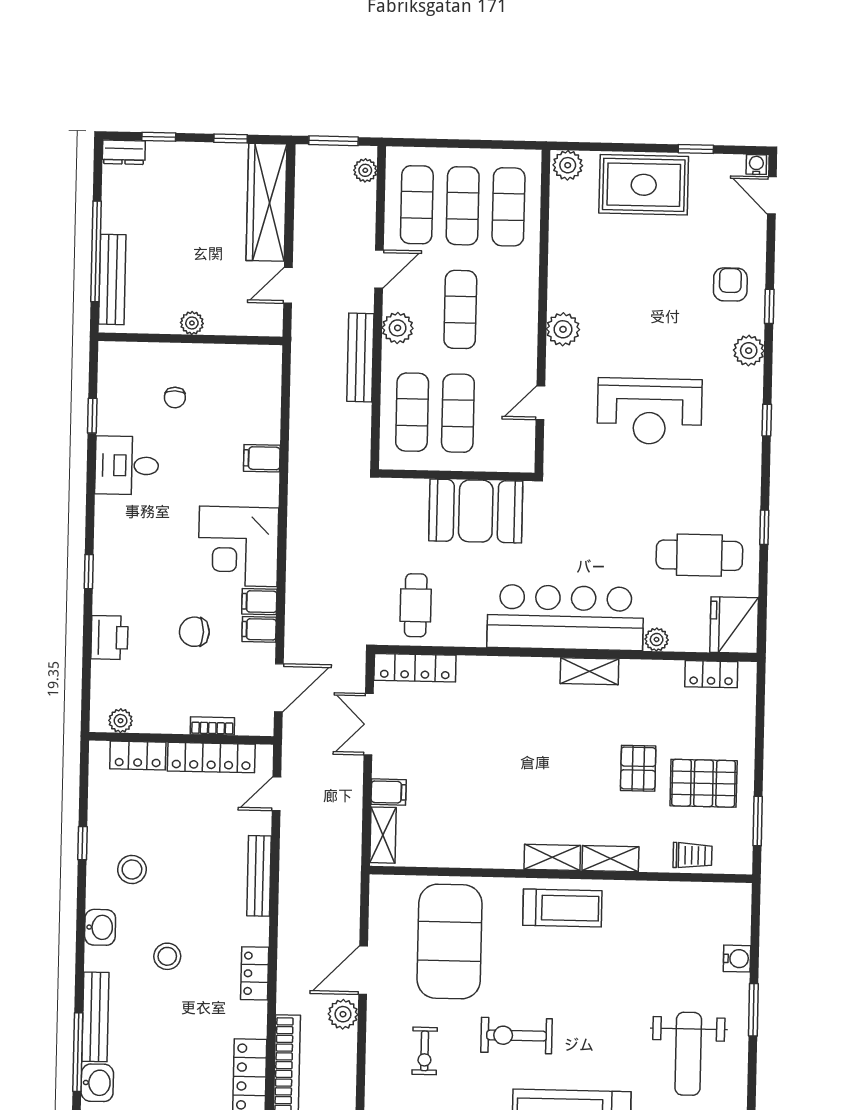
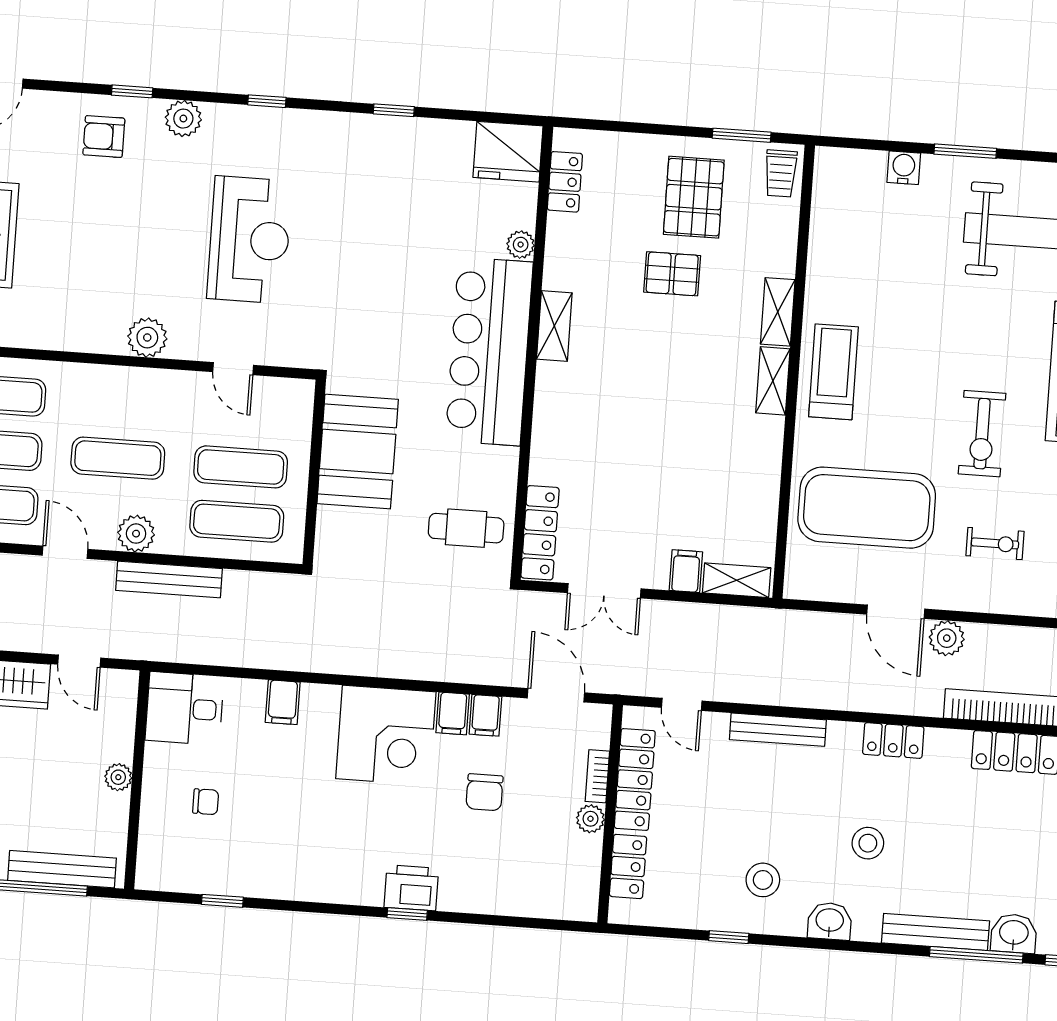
desk: (127, 465) -> (184, 708), moved, turned 90
cafe table: (699, 555) -> (423, 189), removed
printer: (109, 637) -> (411, 888), moved
plant: (121, 721) -> (590, 819), moved
trolley: (692, 855) -> (781, 173), moved, turned 180

